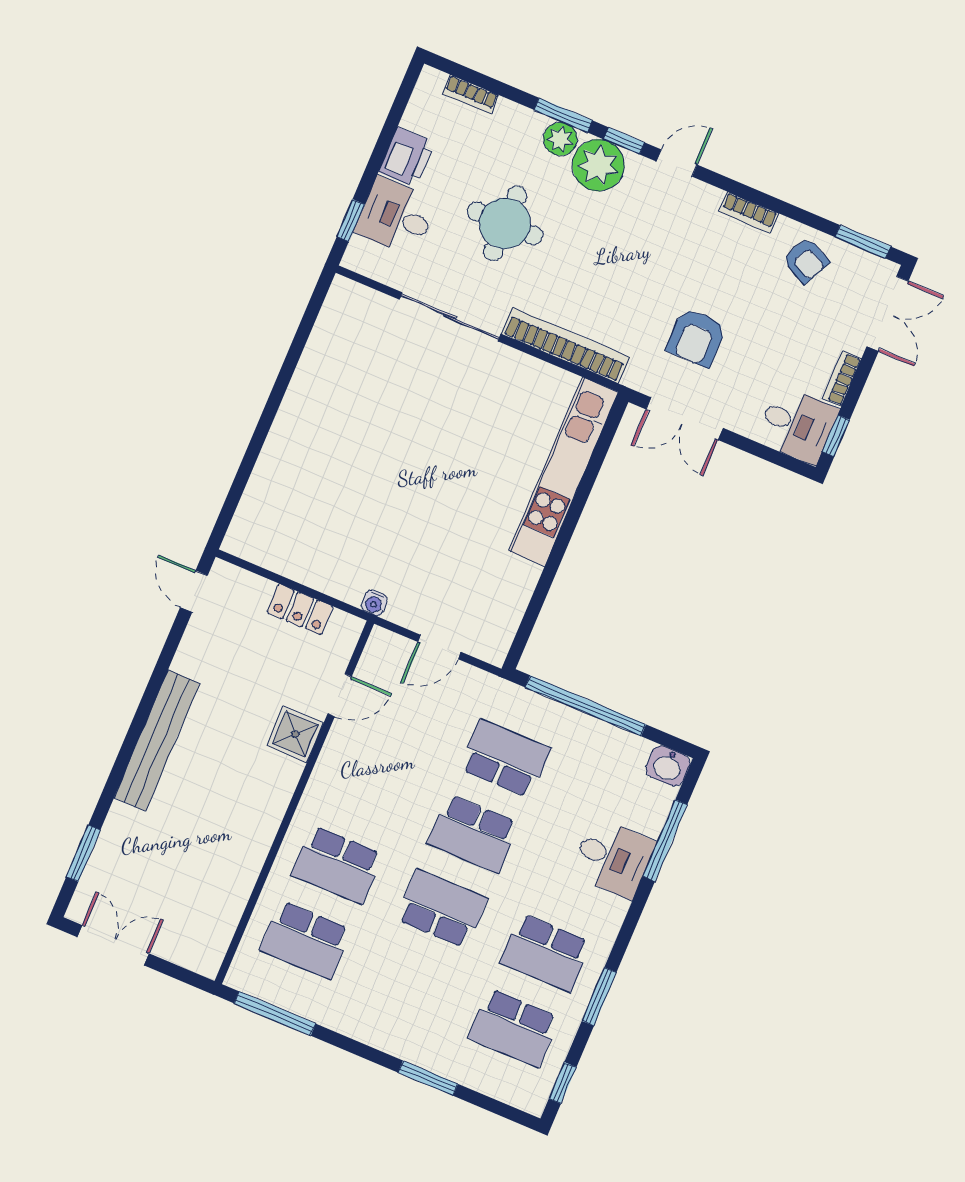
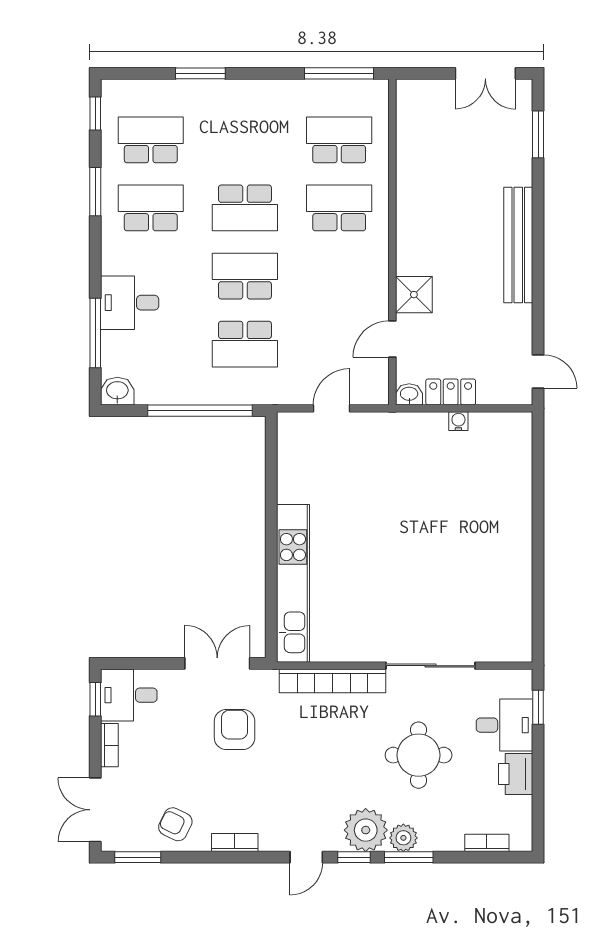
water cooler: (374, 603) -> (458, 421), moved
washbasin: (347, 626) -> (409, 394), added

